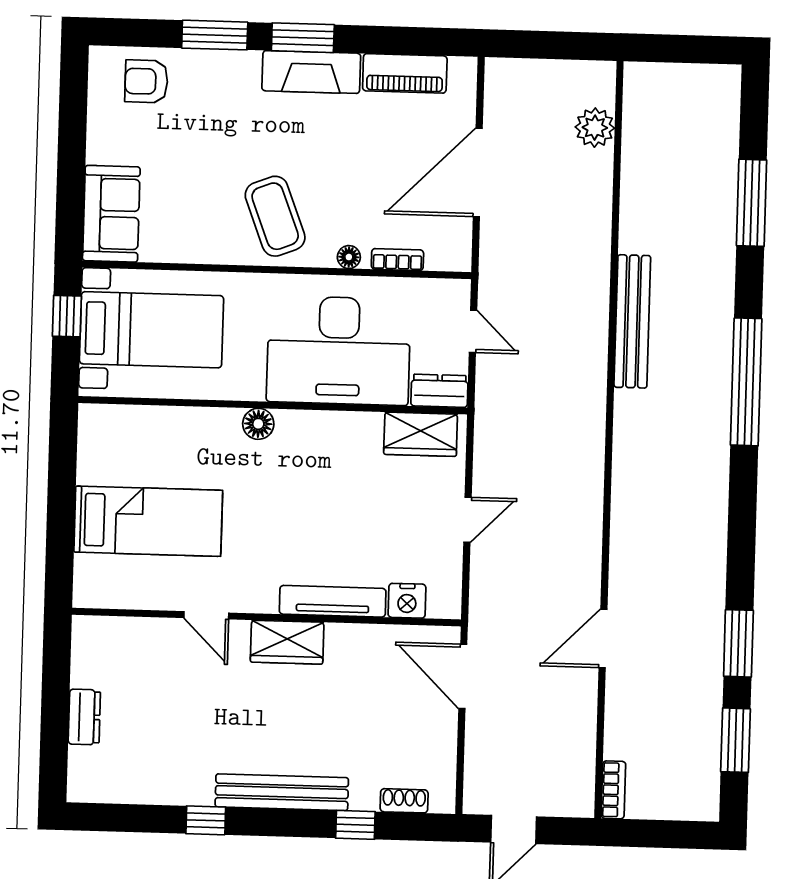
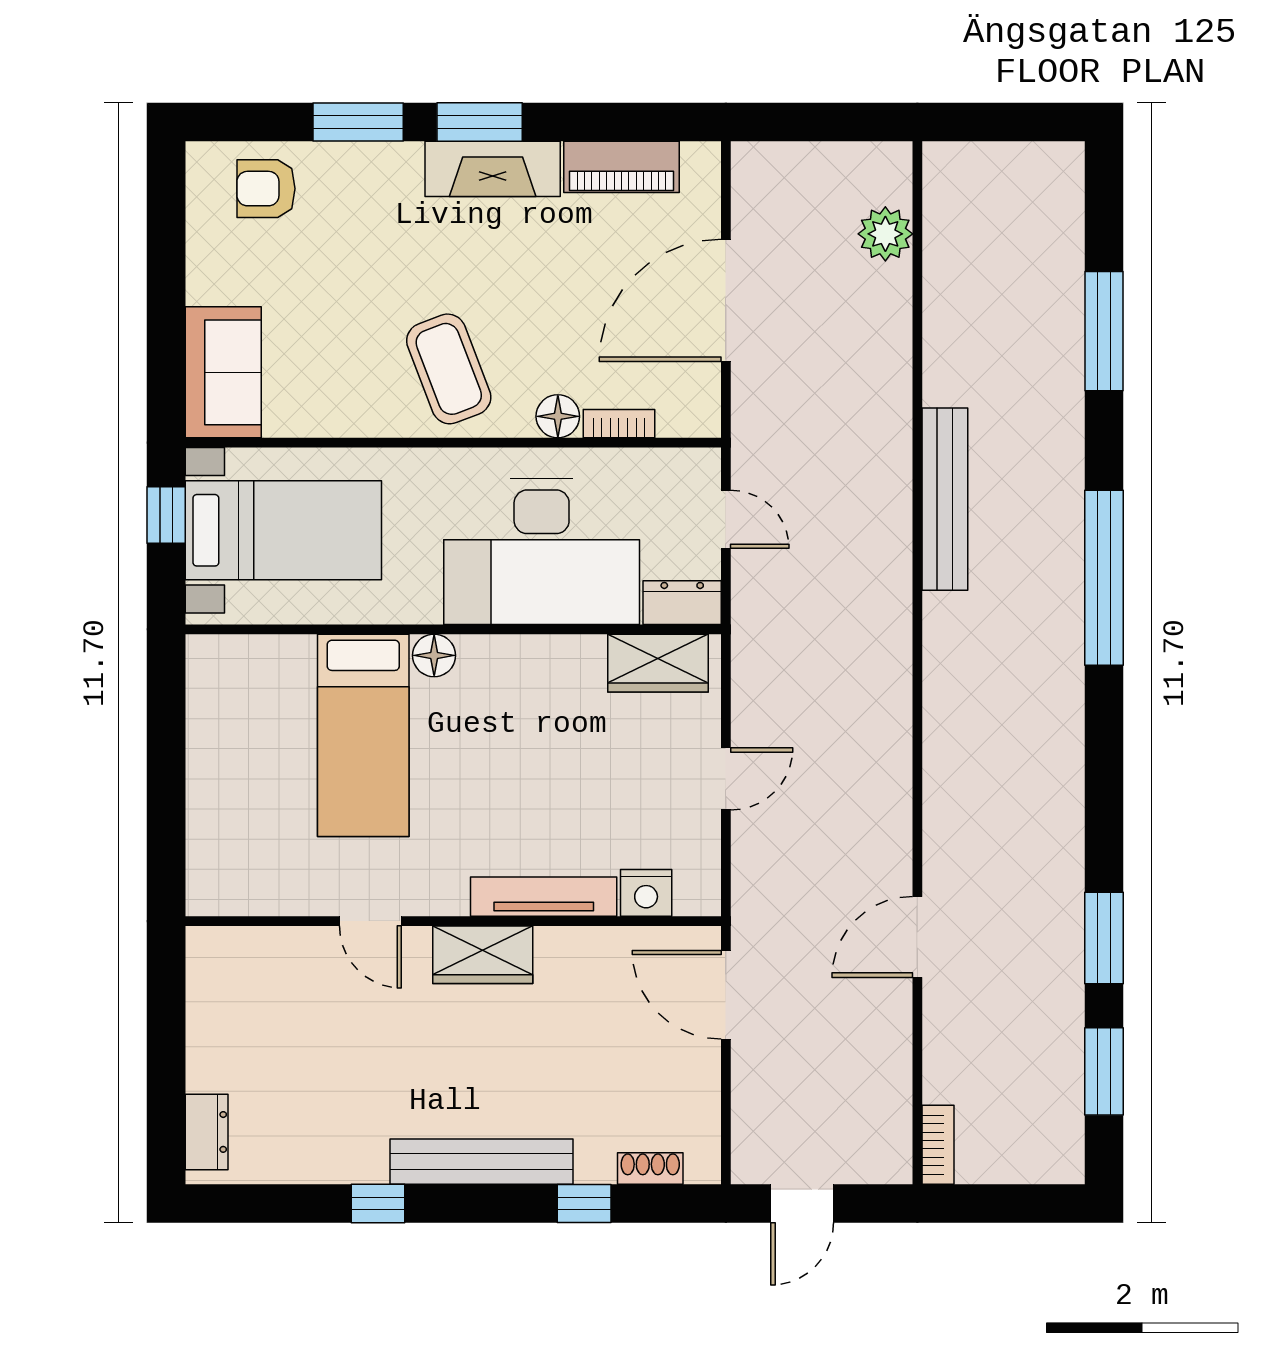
floor lamp: (349, 257) -> (558, 416), width x1.37, depth x1.37
bed: (148, 521) -> (363, 735), moved, turned 90
dresser: (84, 717) -> (207, 1132), moved

